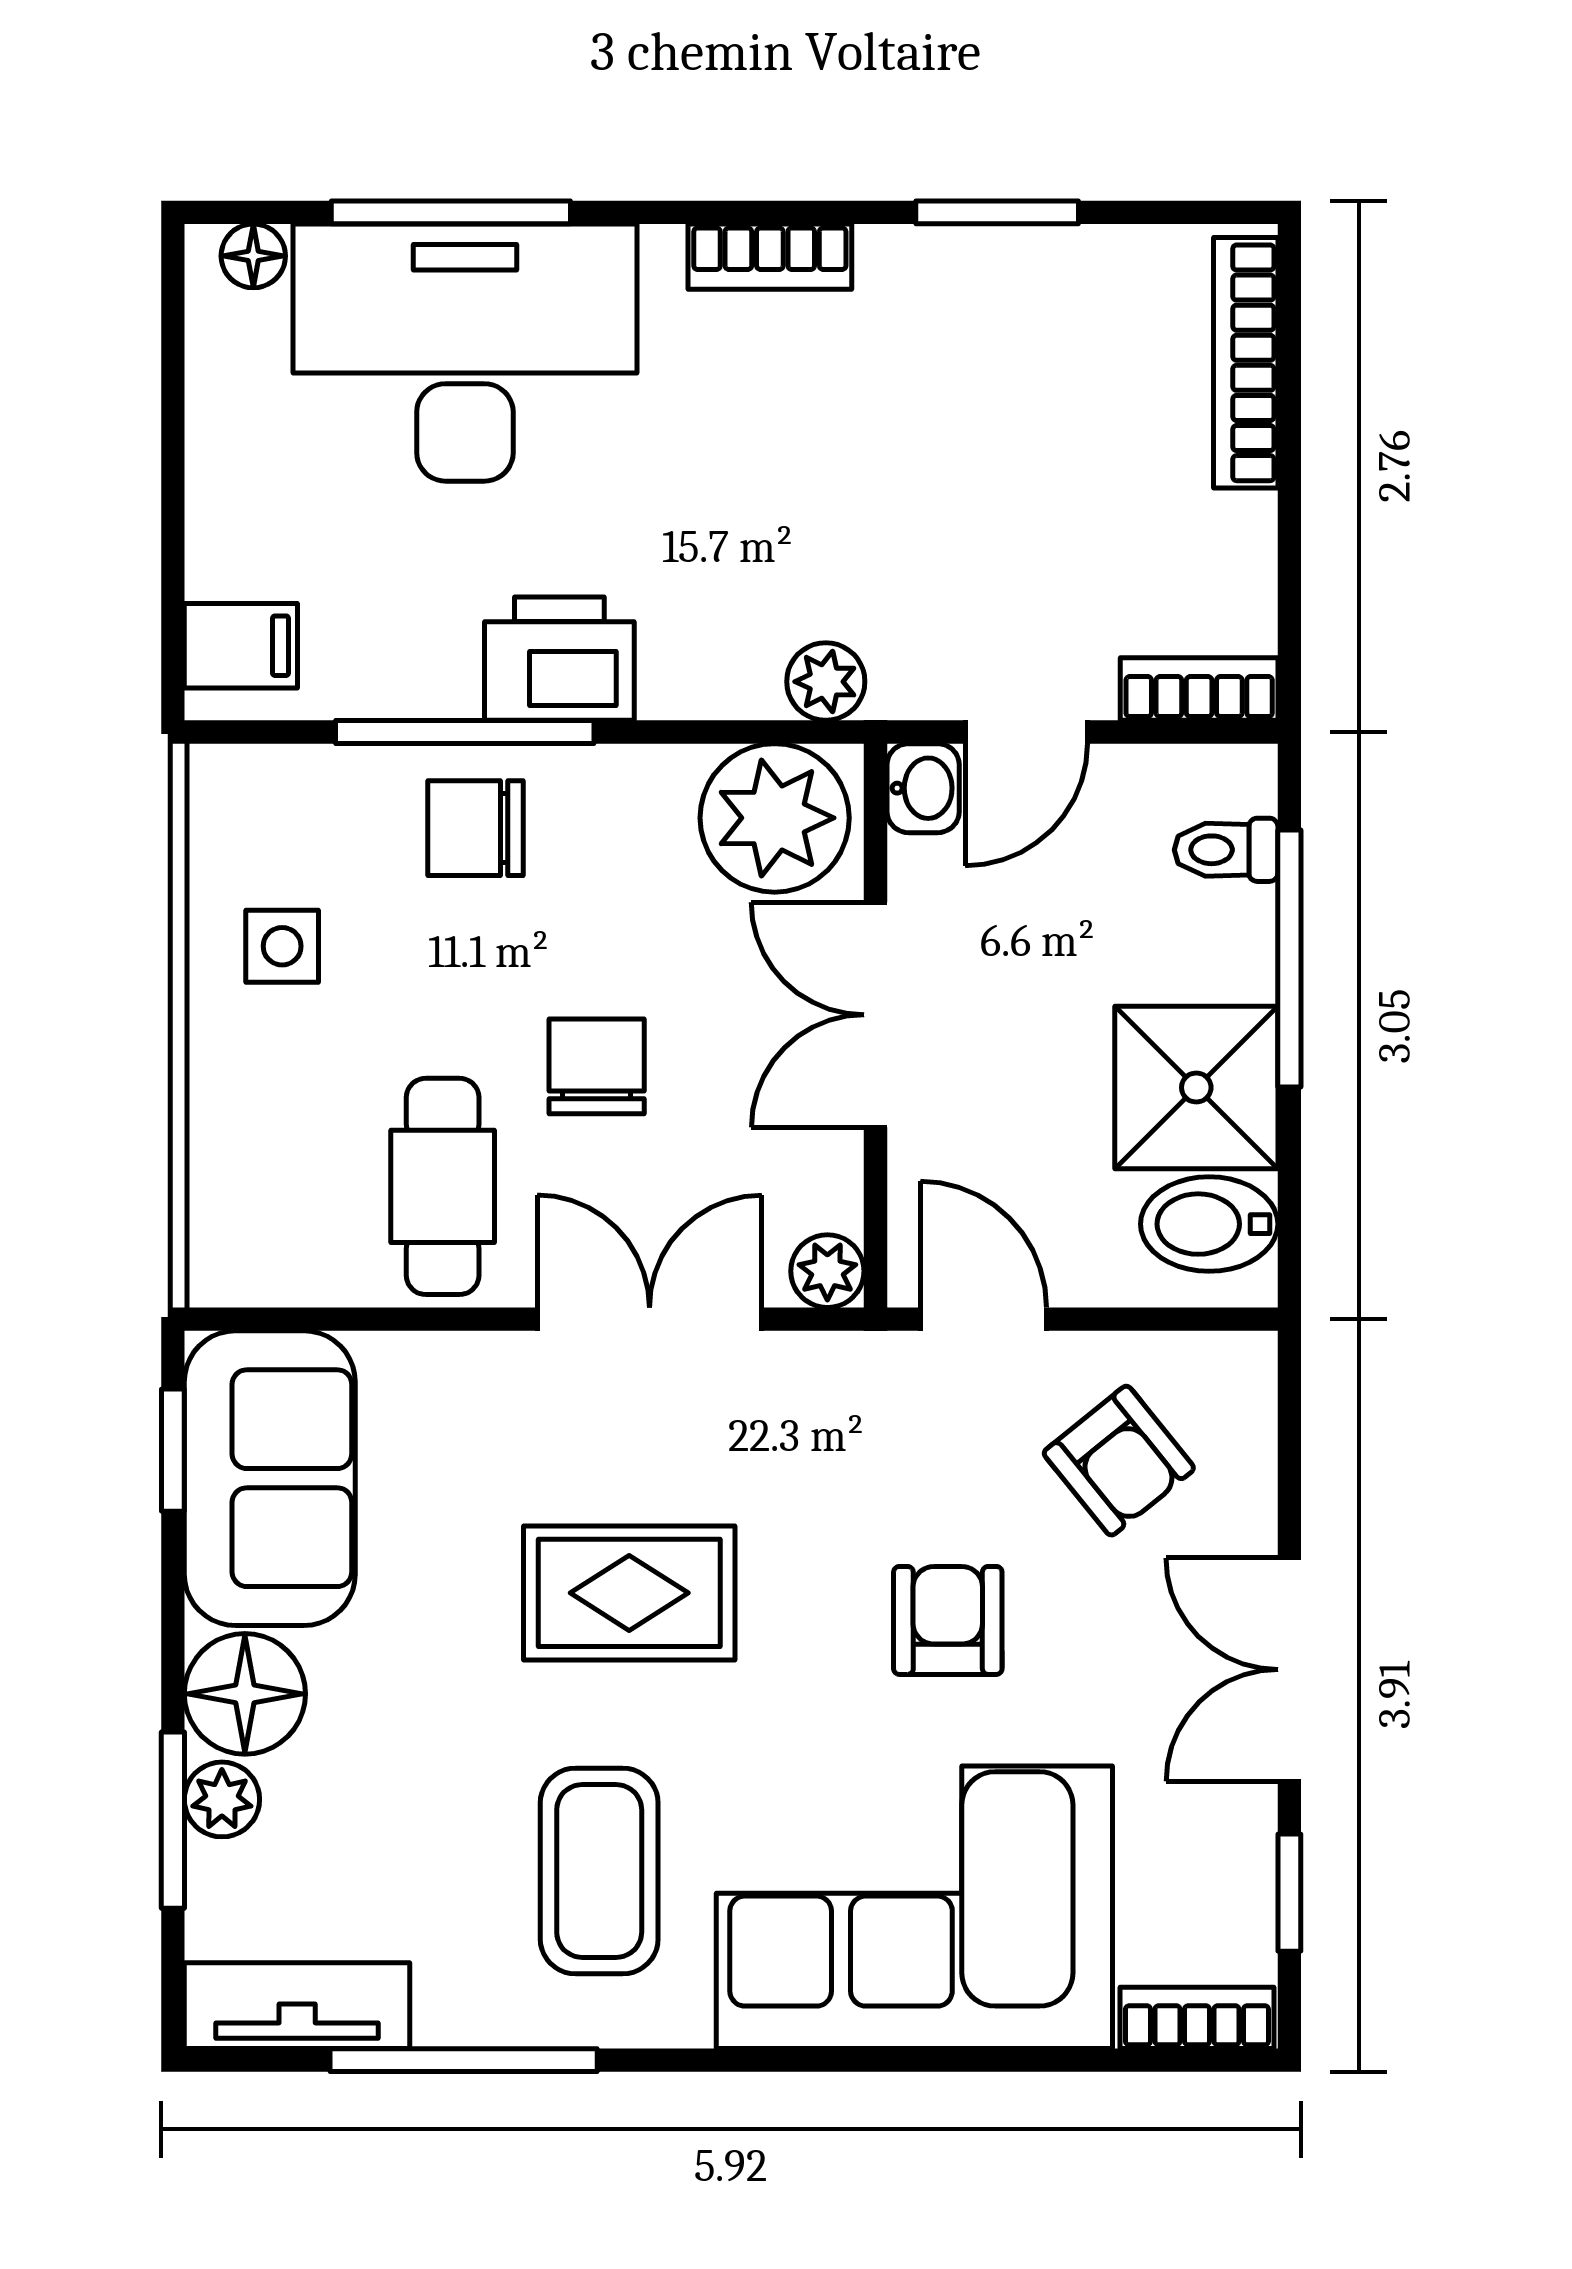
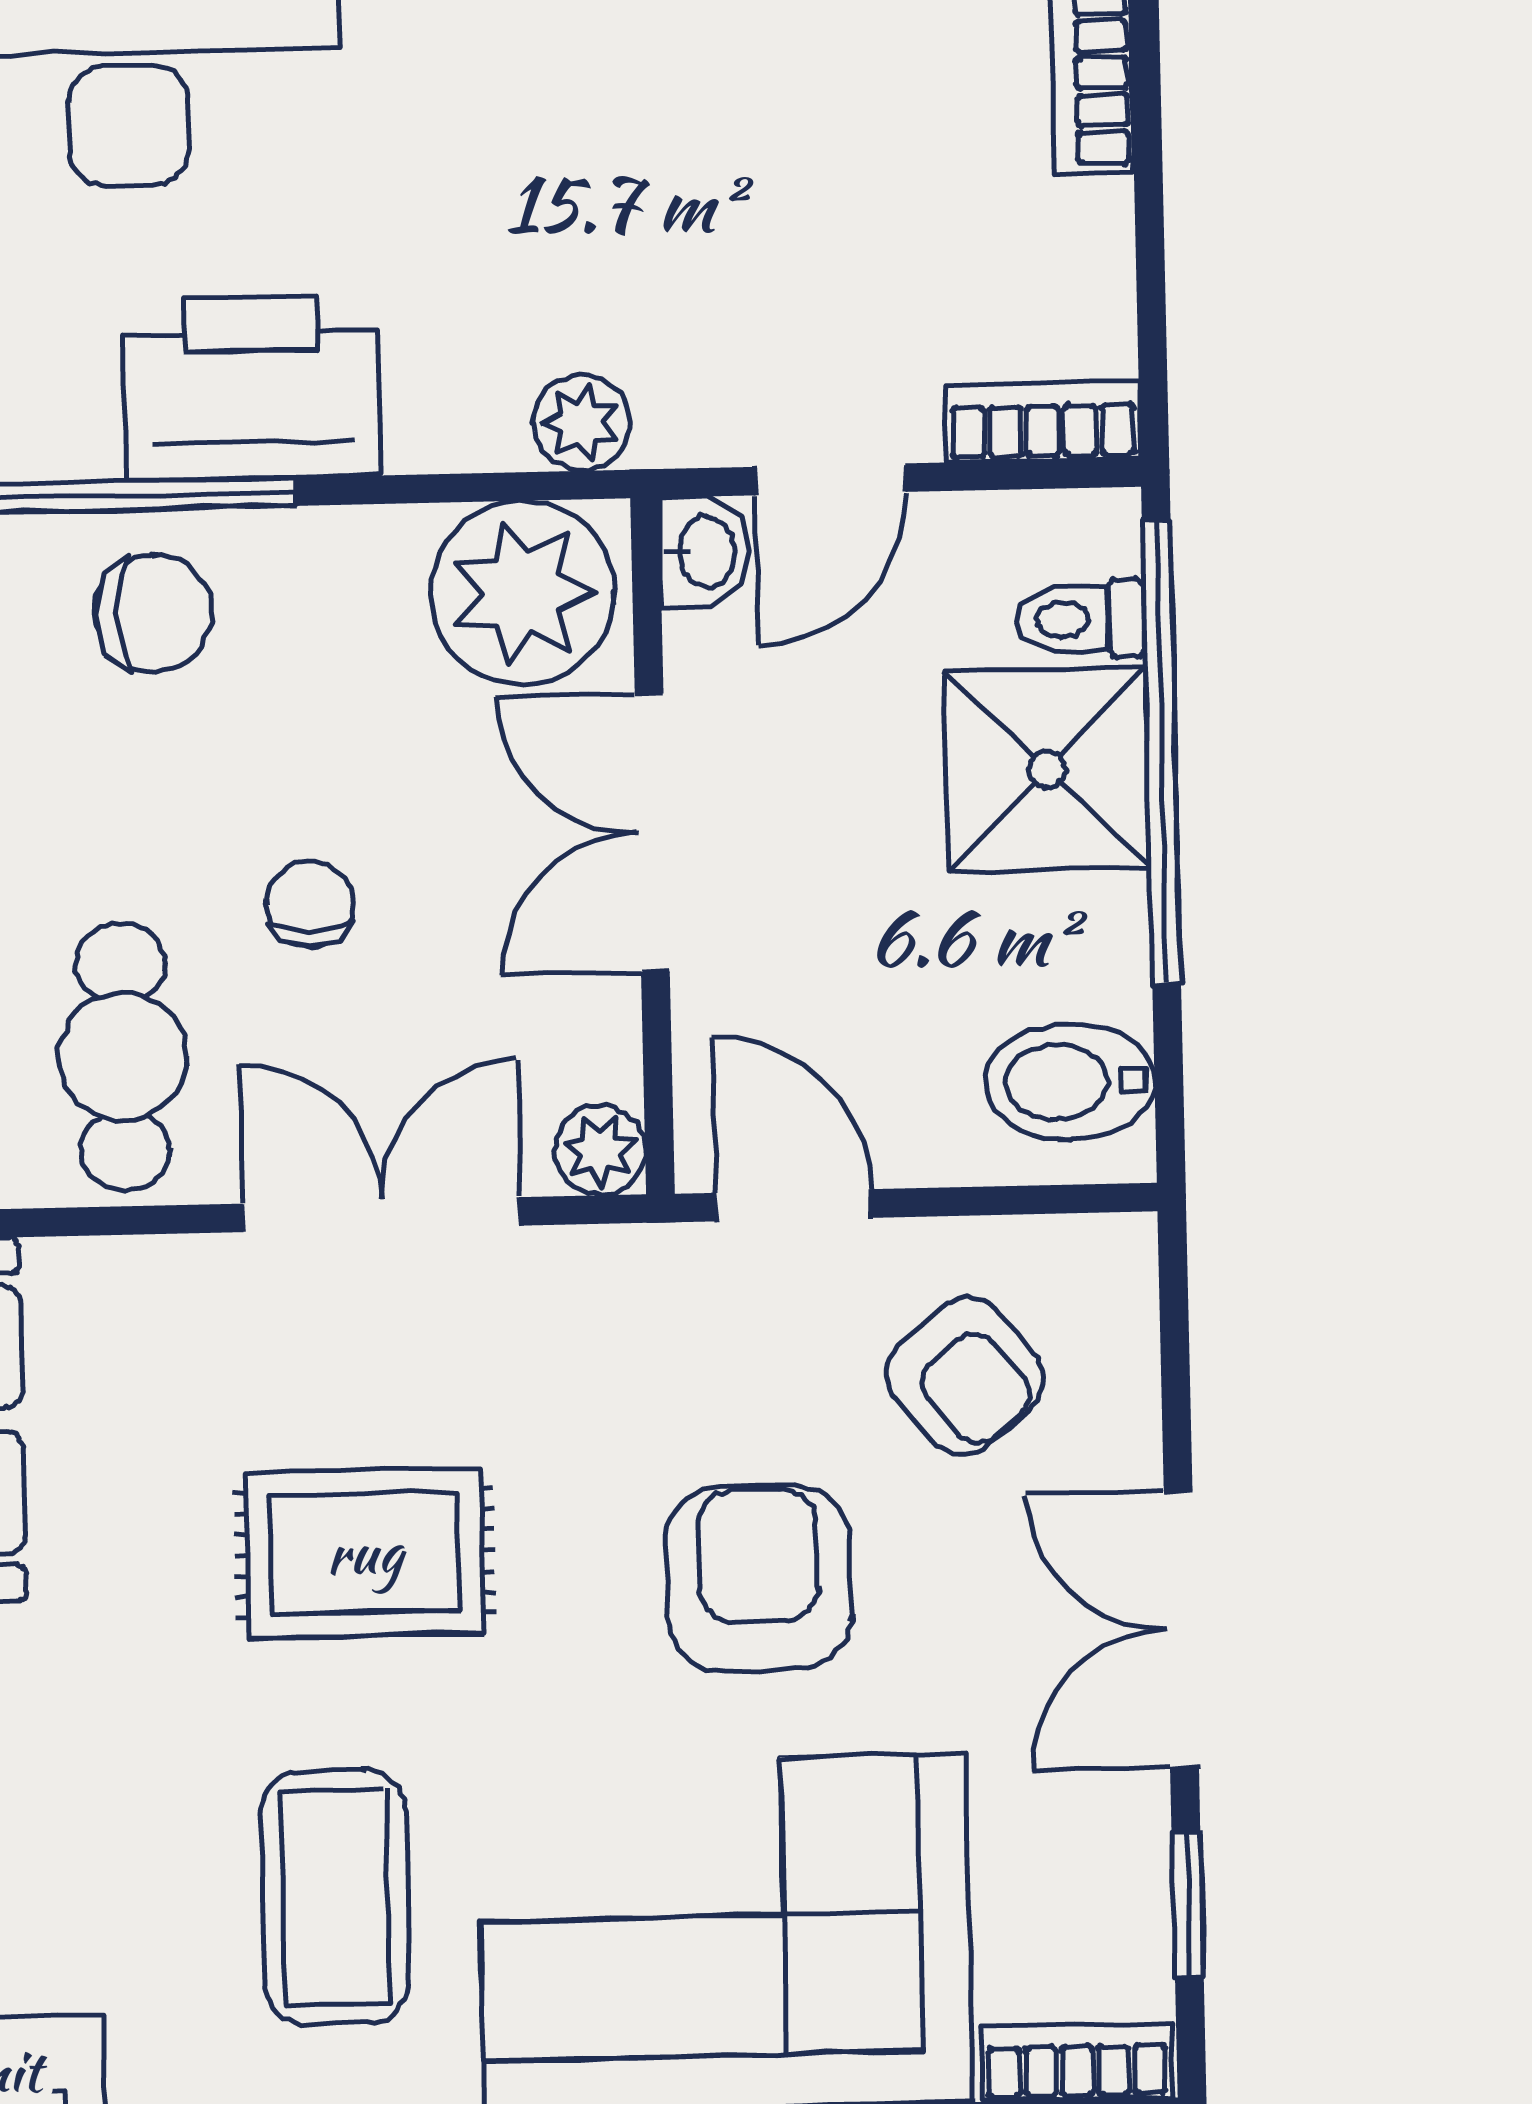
printer: (559, 659) -> (252, 387), width x1.37, depth x1.19
chair: (476, 828) -> (153, 614), turned 180
window: (1289, 959) -> (1161, 752), width x1.46
chair: (597, 1066) -> (310, 904), width x0.73, depth x0.73
shower: (1196, 1087) -> (1047, 769), moved
armchair: (948, 1620) -> (758, 1578), width x1.38, depth x1.38

